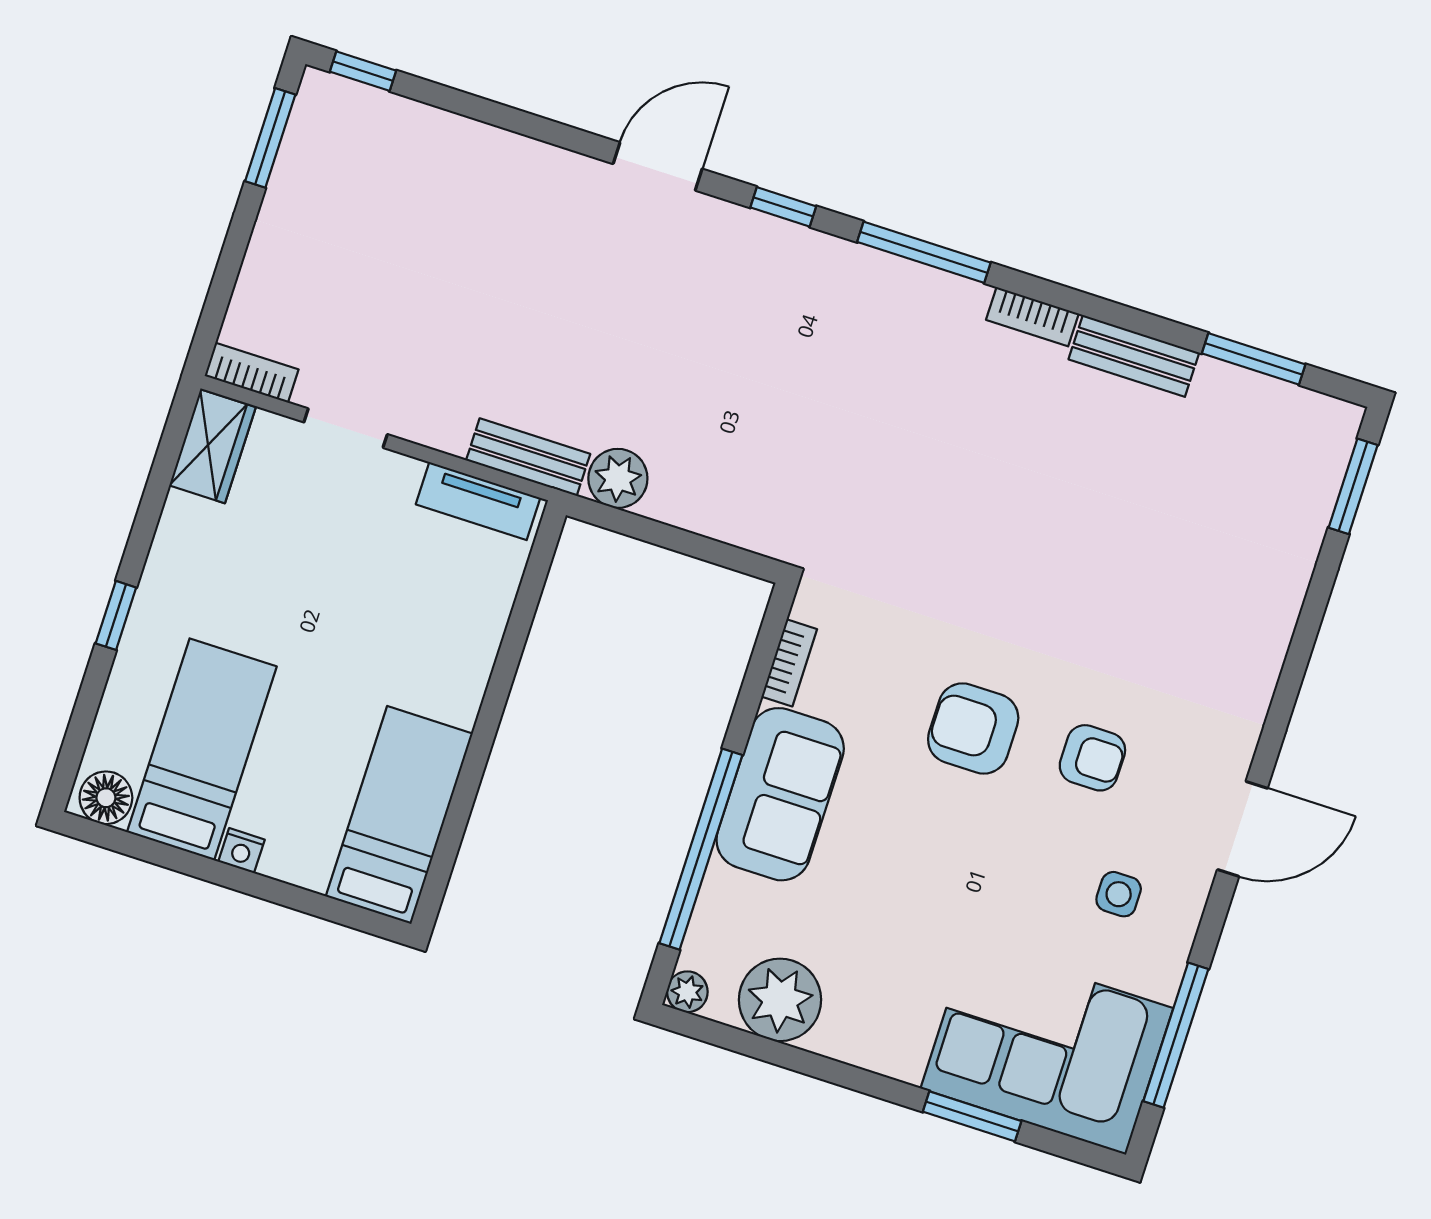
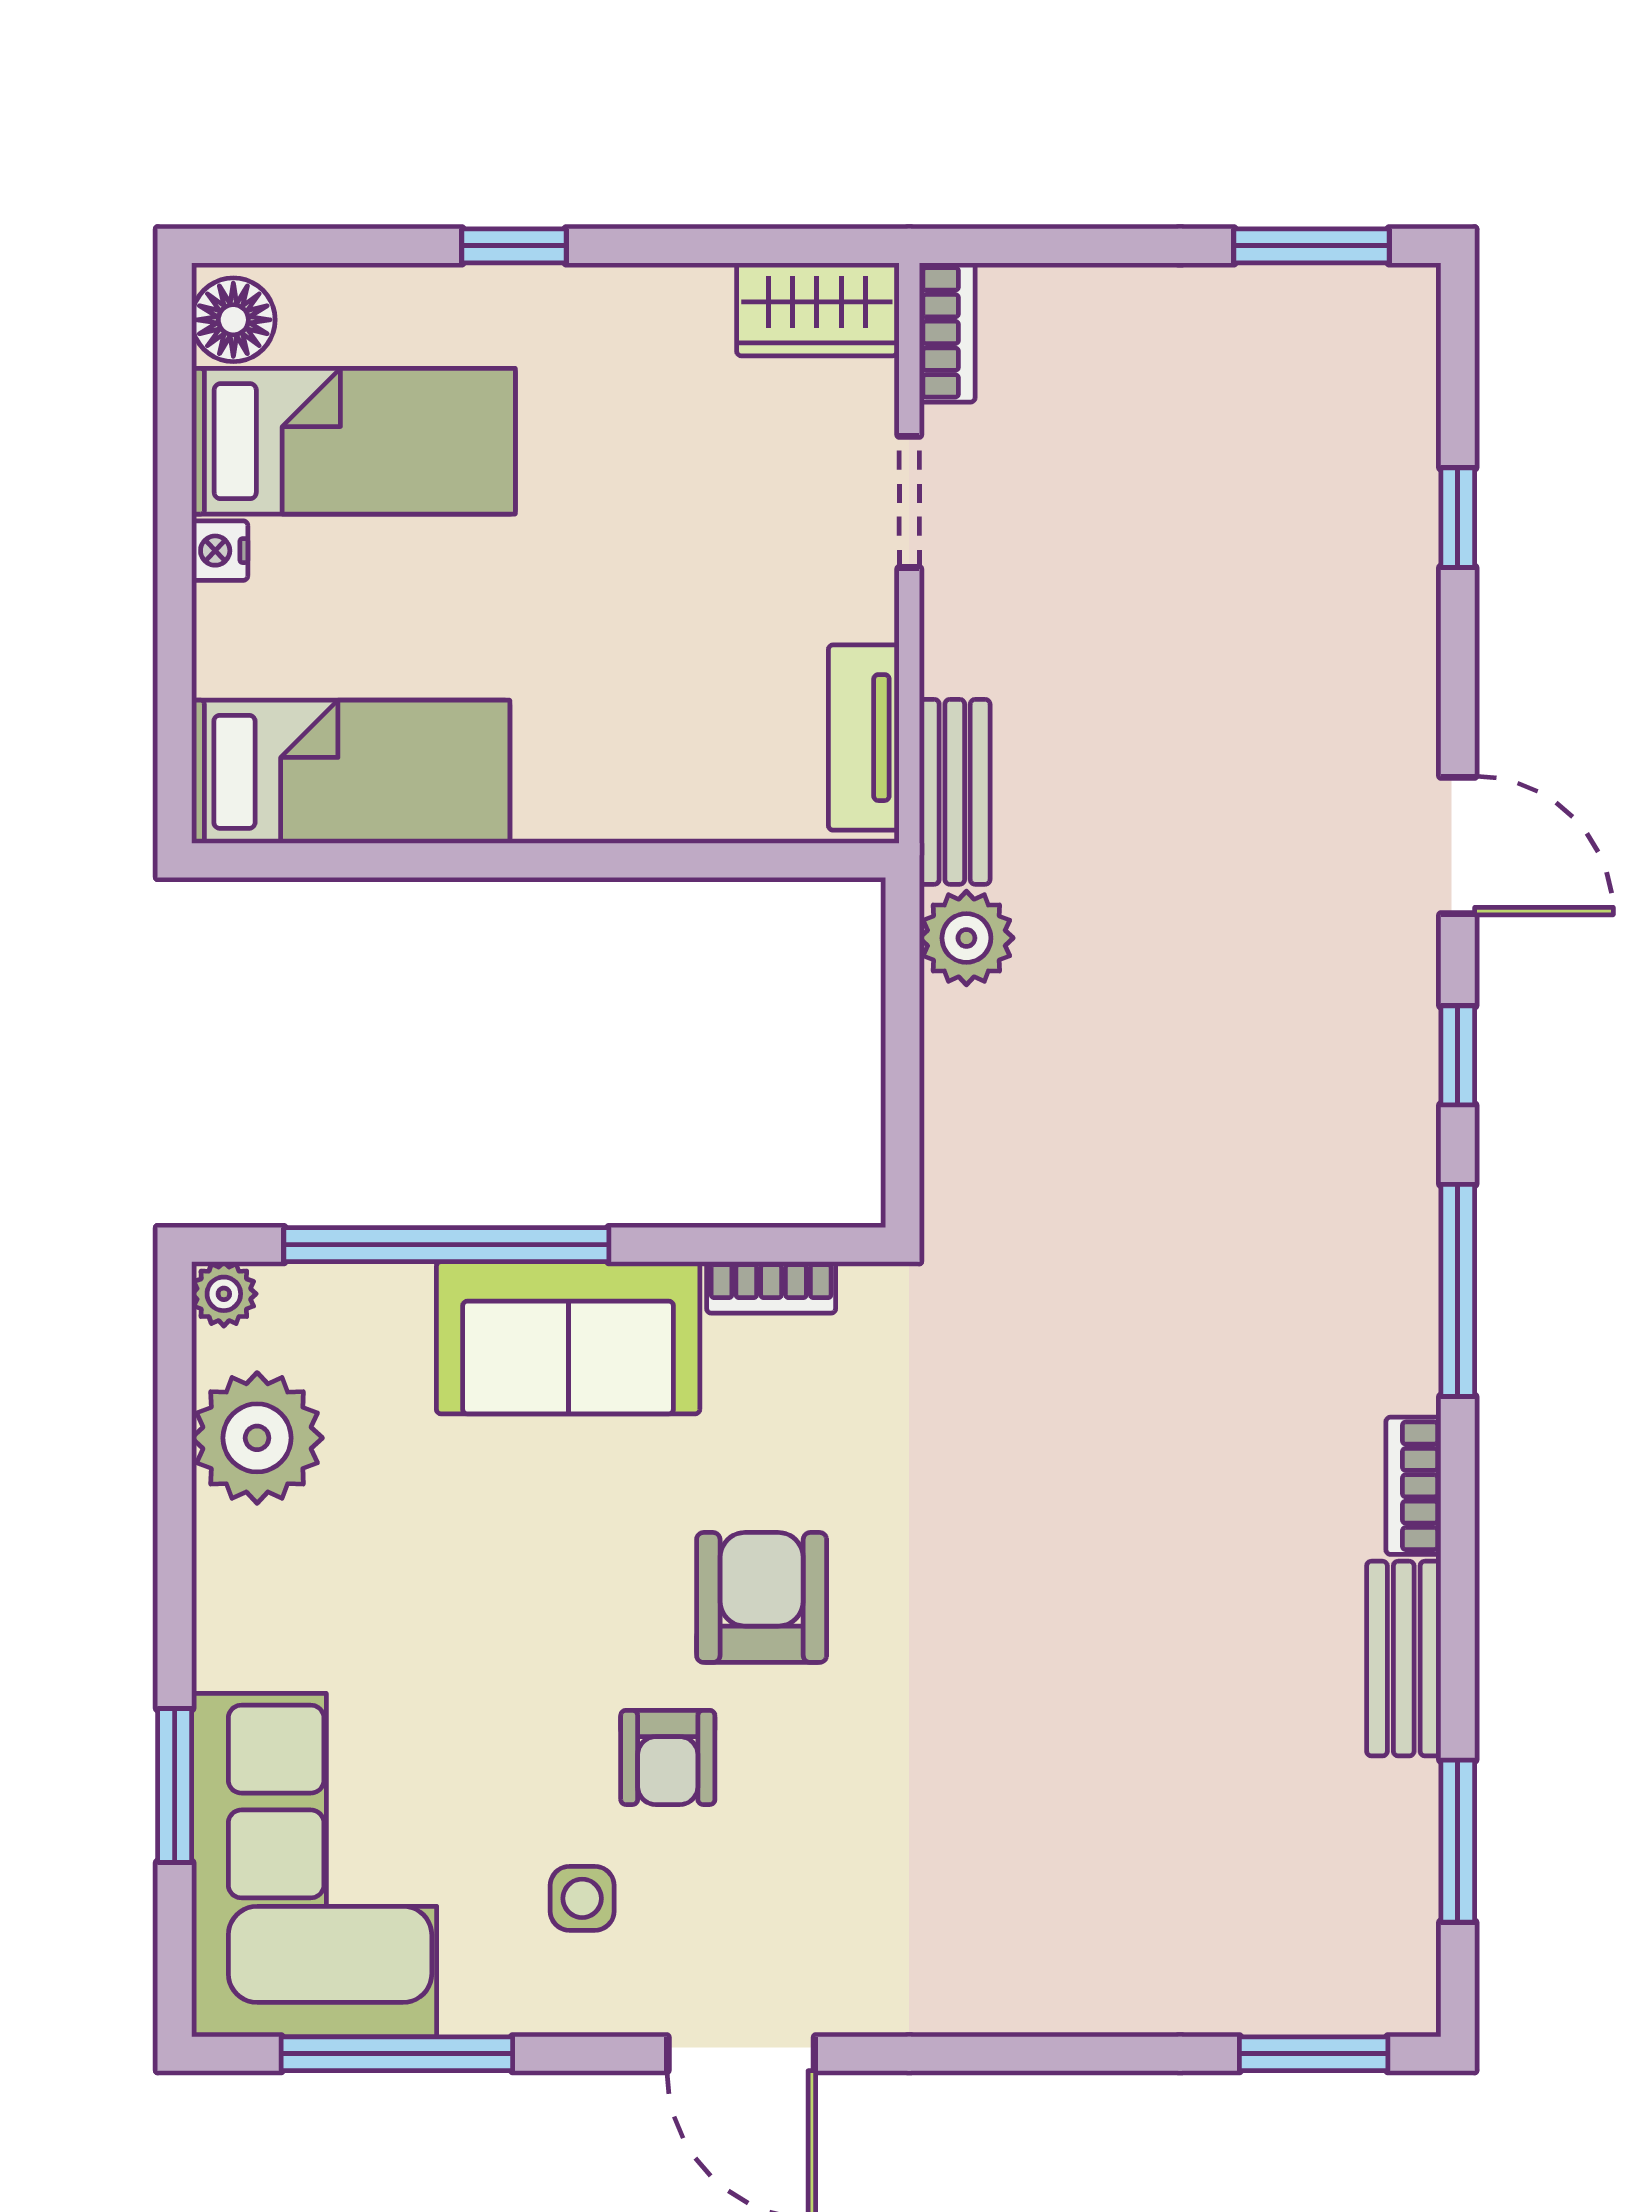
window: (363, 71) -> (1458, 518), moved
armchair: (1092, 758) -> (668, 1757), moved

